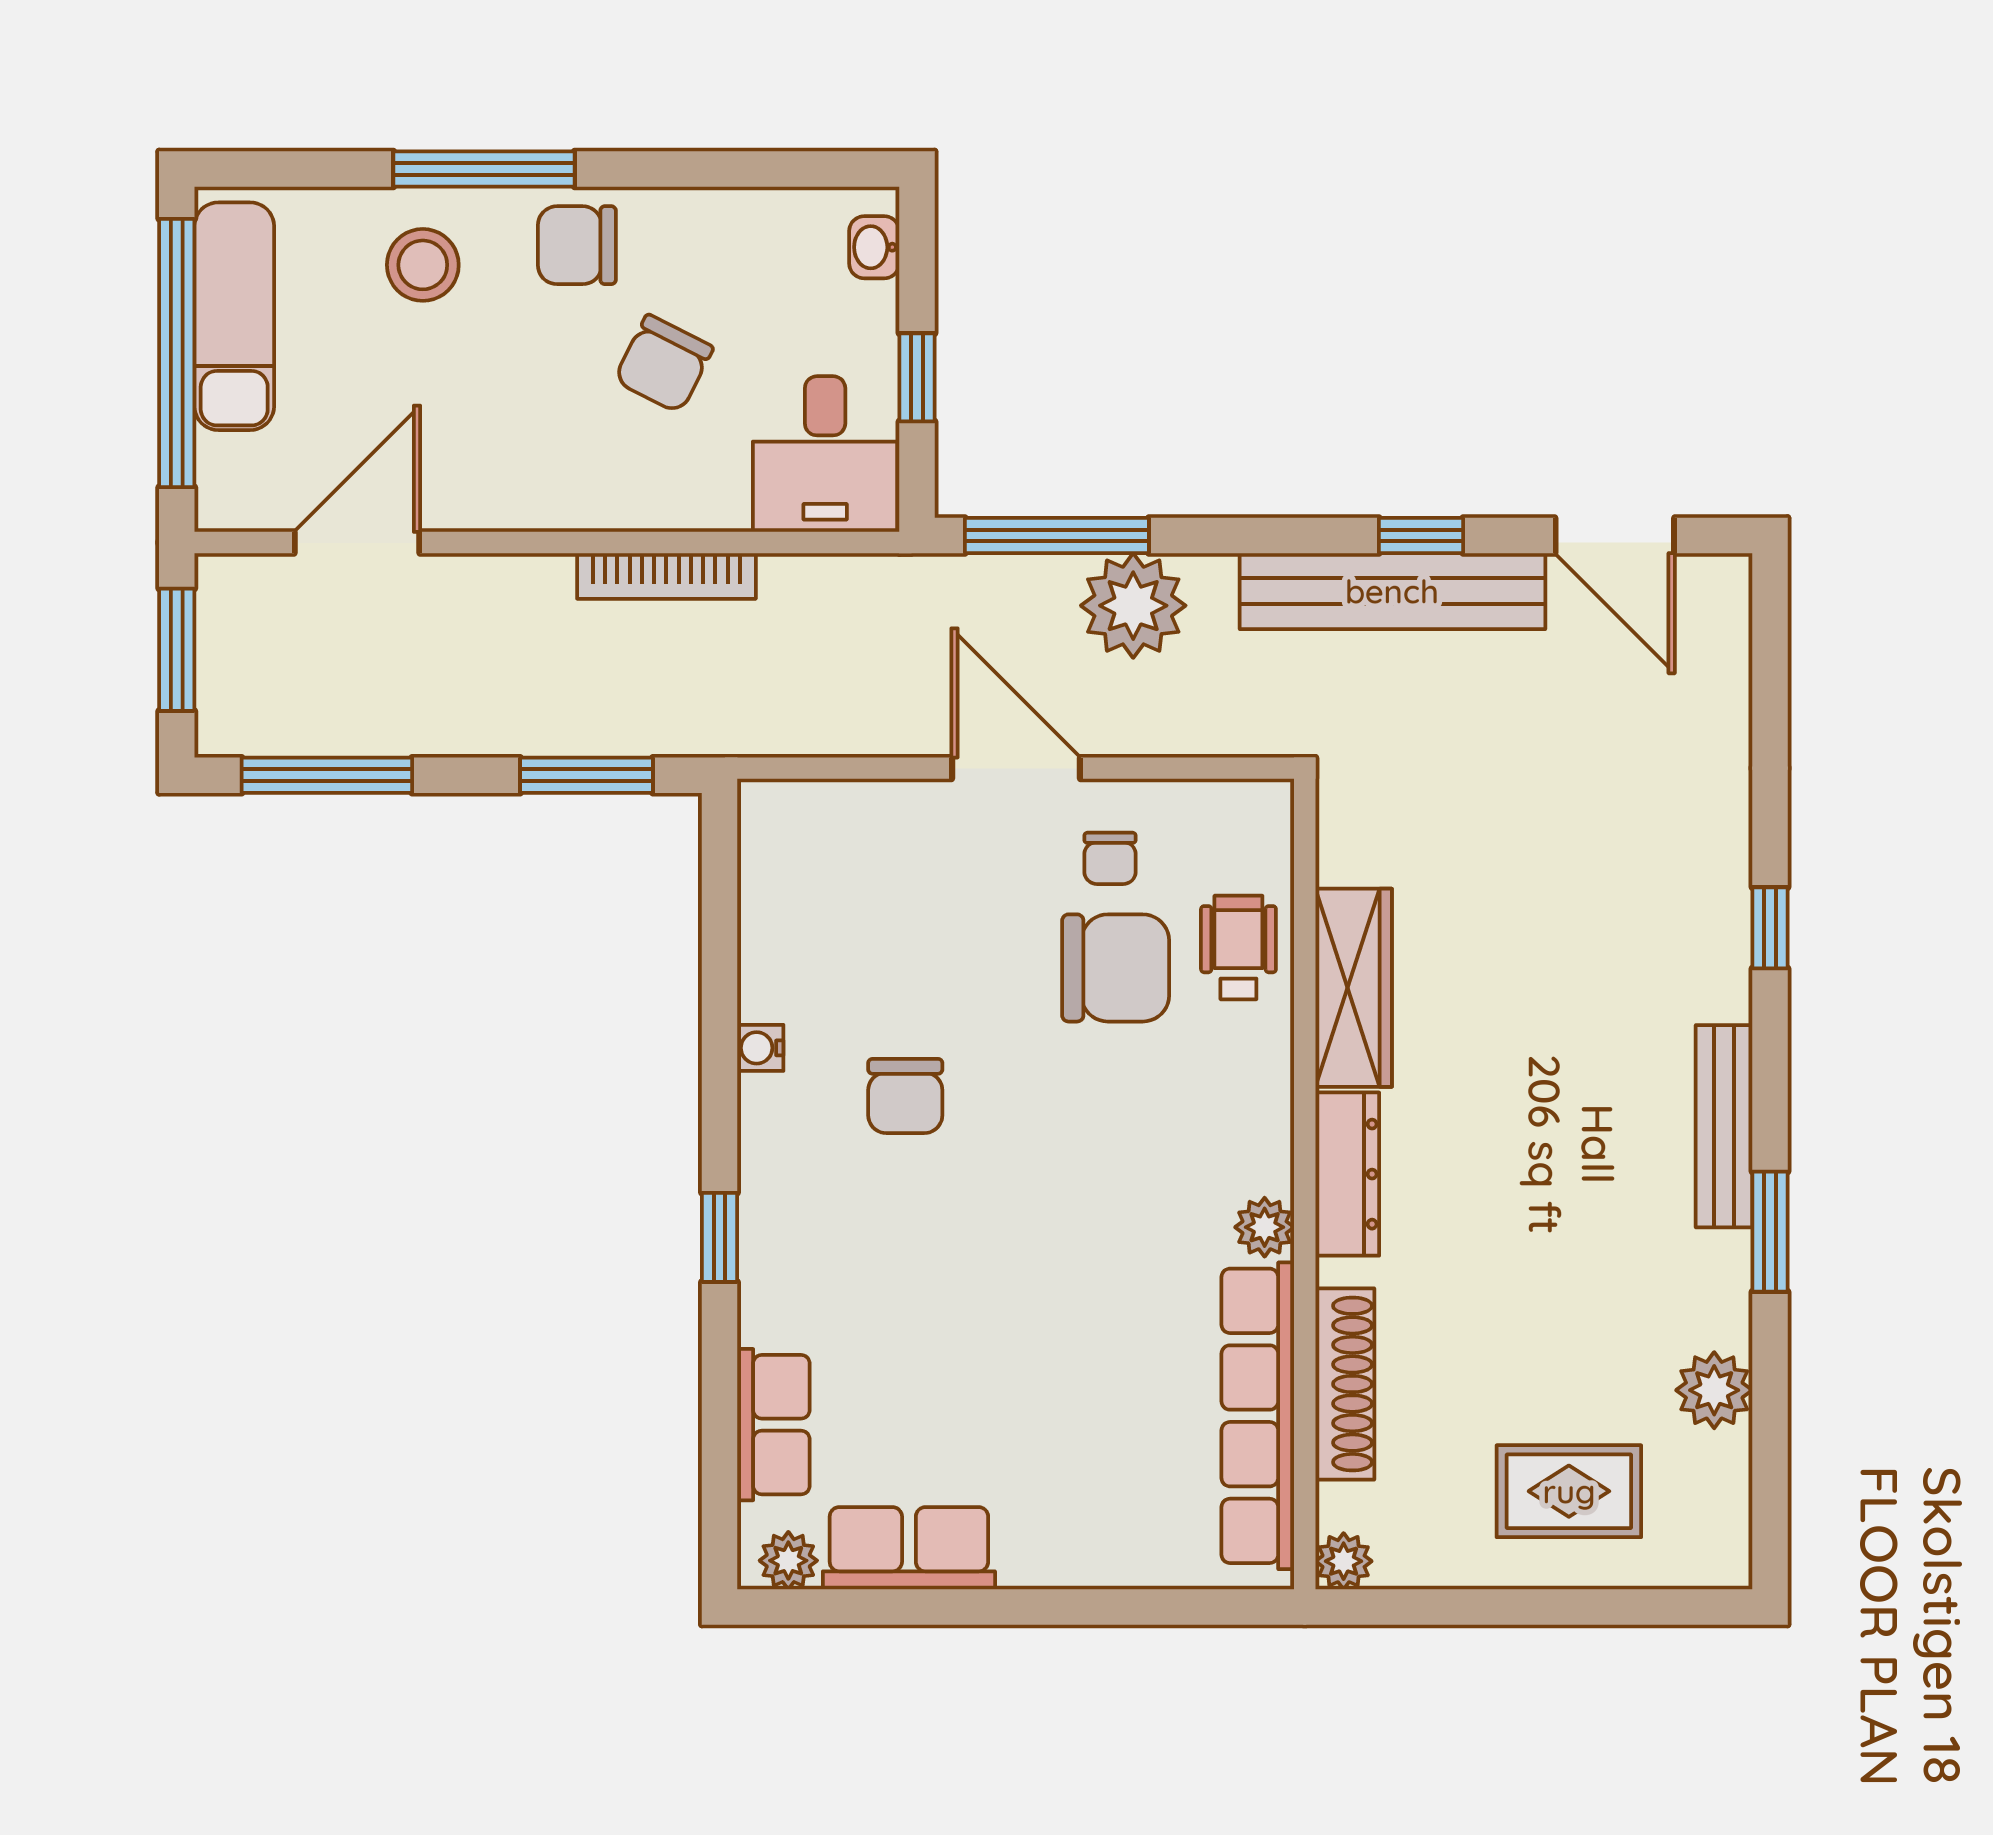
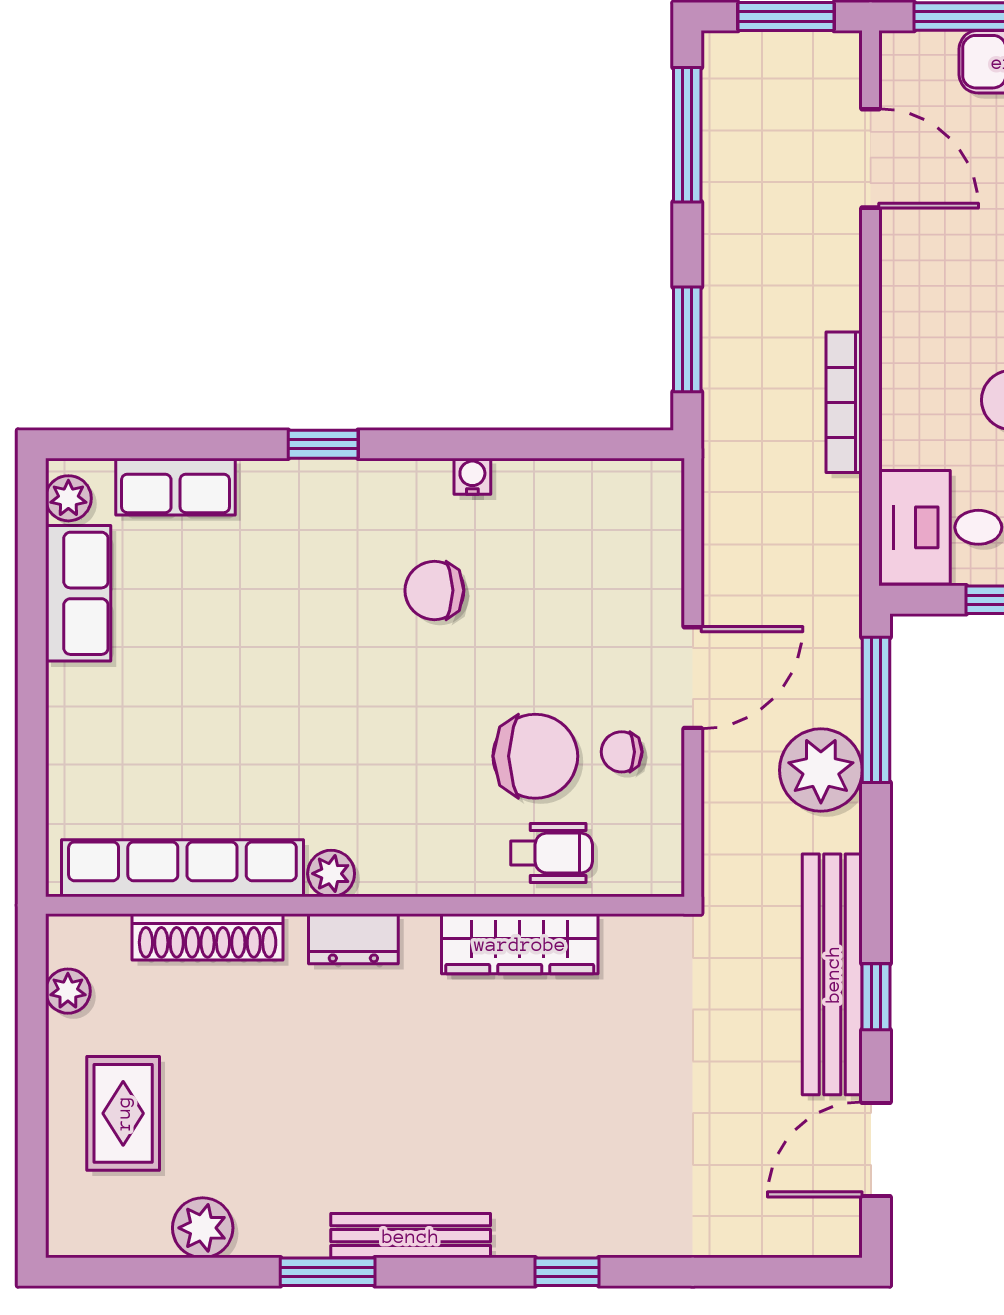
chair: (1116, 968) -> (535, 756), turned -90
dresser: (1347, 1174) -> (353, 939), width x0.70
plant: (1344, 1561) -> (68, 991), moved

